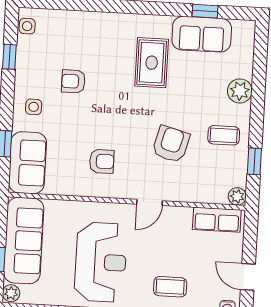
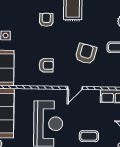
armchair: (73, 81) -> (46, 20), moved, turned 90

